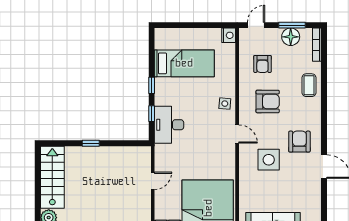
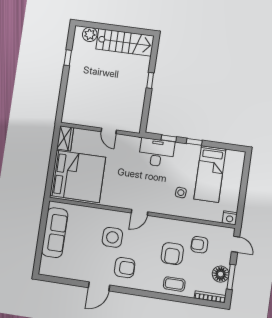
armchair: (268, 101) -> (172, 254), moved
side table: (225, 104) -> (181, 193), moved

